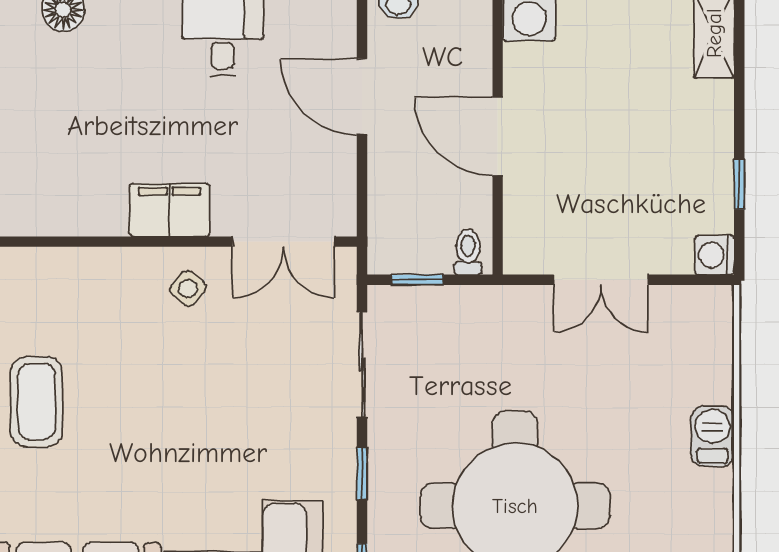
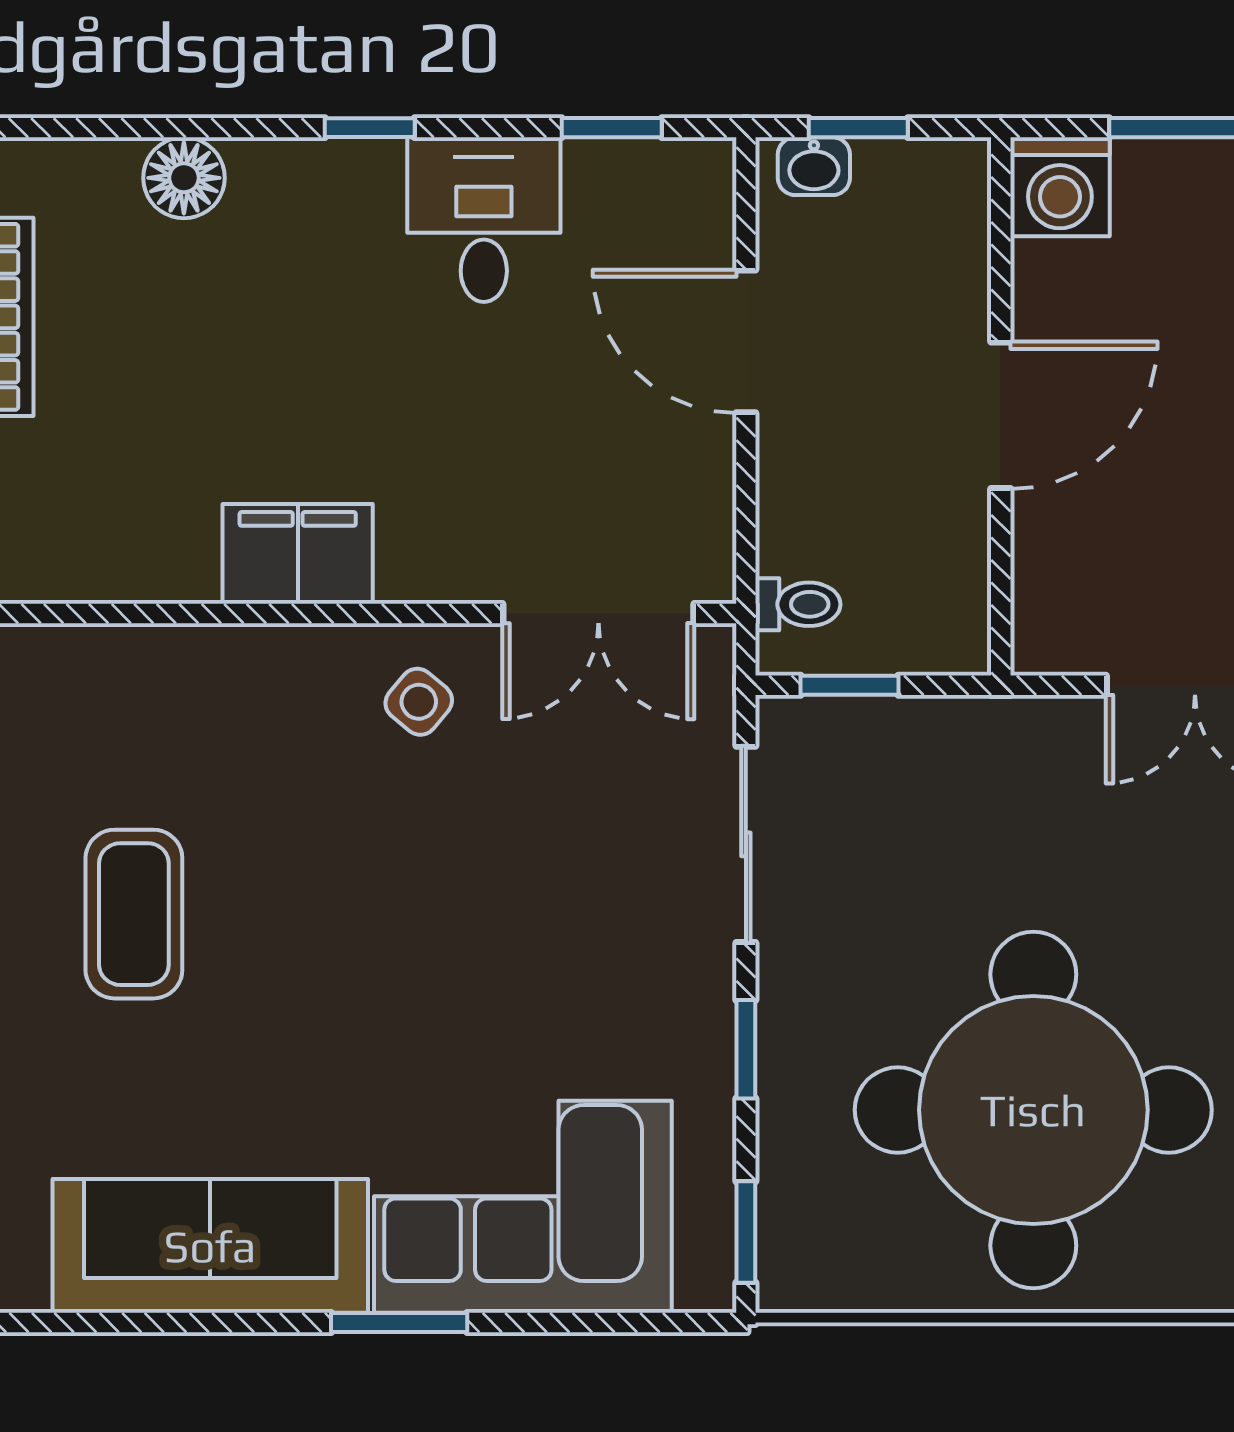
door: (498, 136) -> (1001, 415), swing flipped
filing cabinet: (170, 210) -> (298, 554), moved
toilet: (468, 252) -> (798, 604), moved, turned 90

